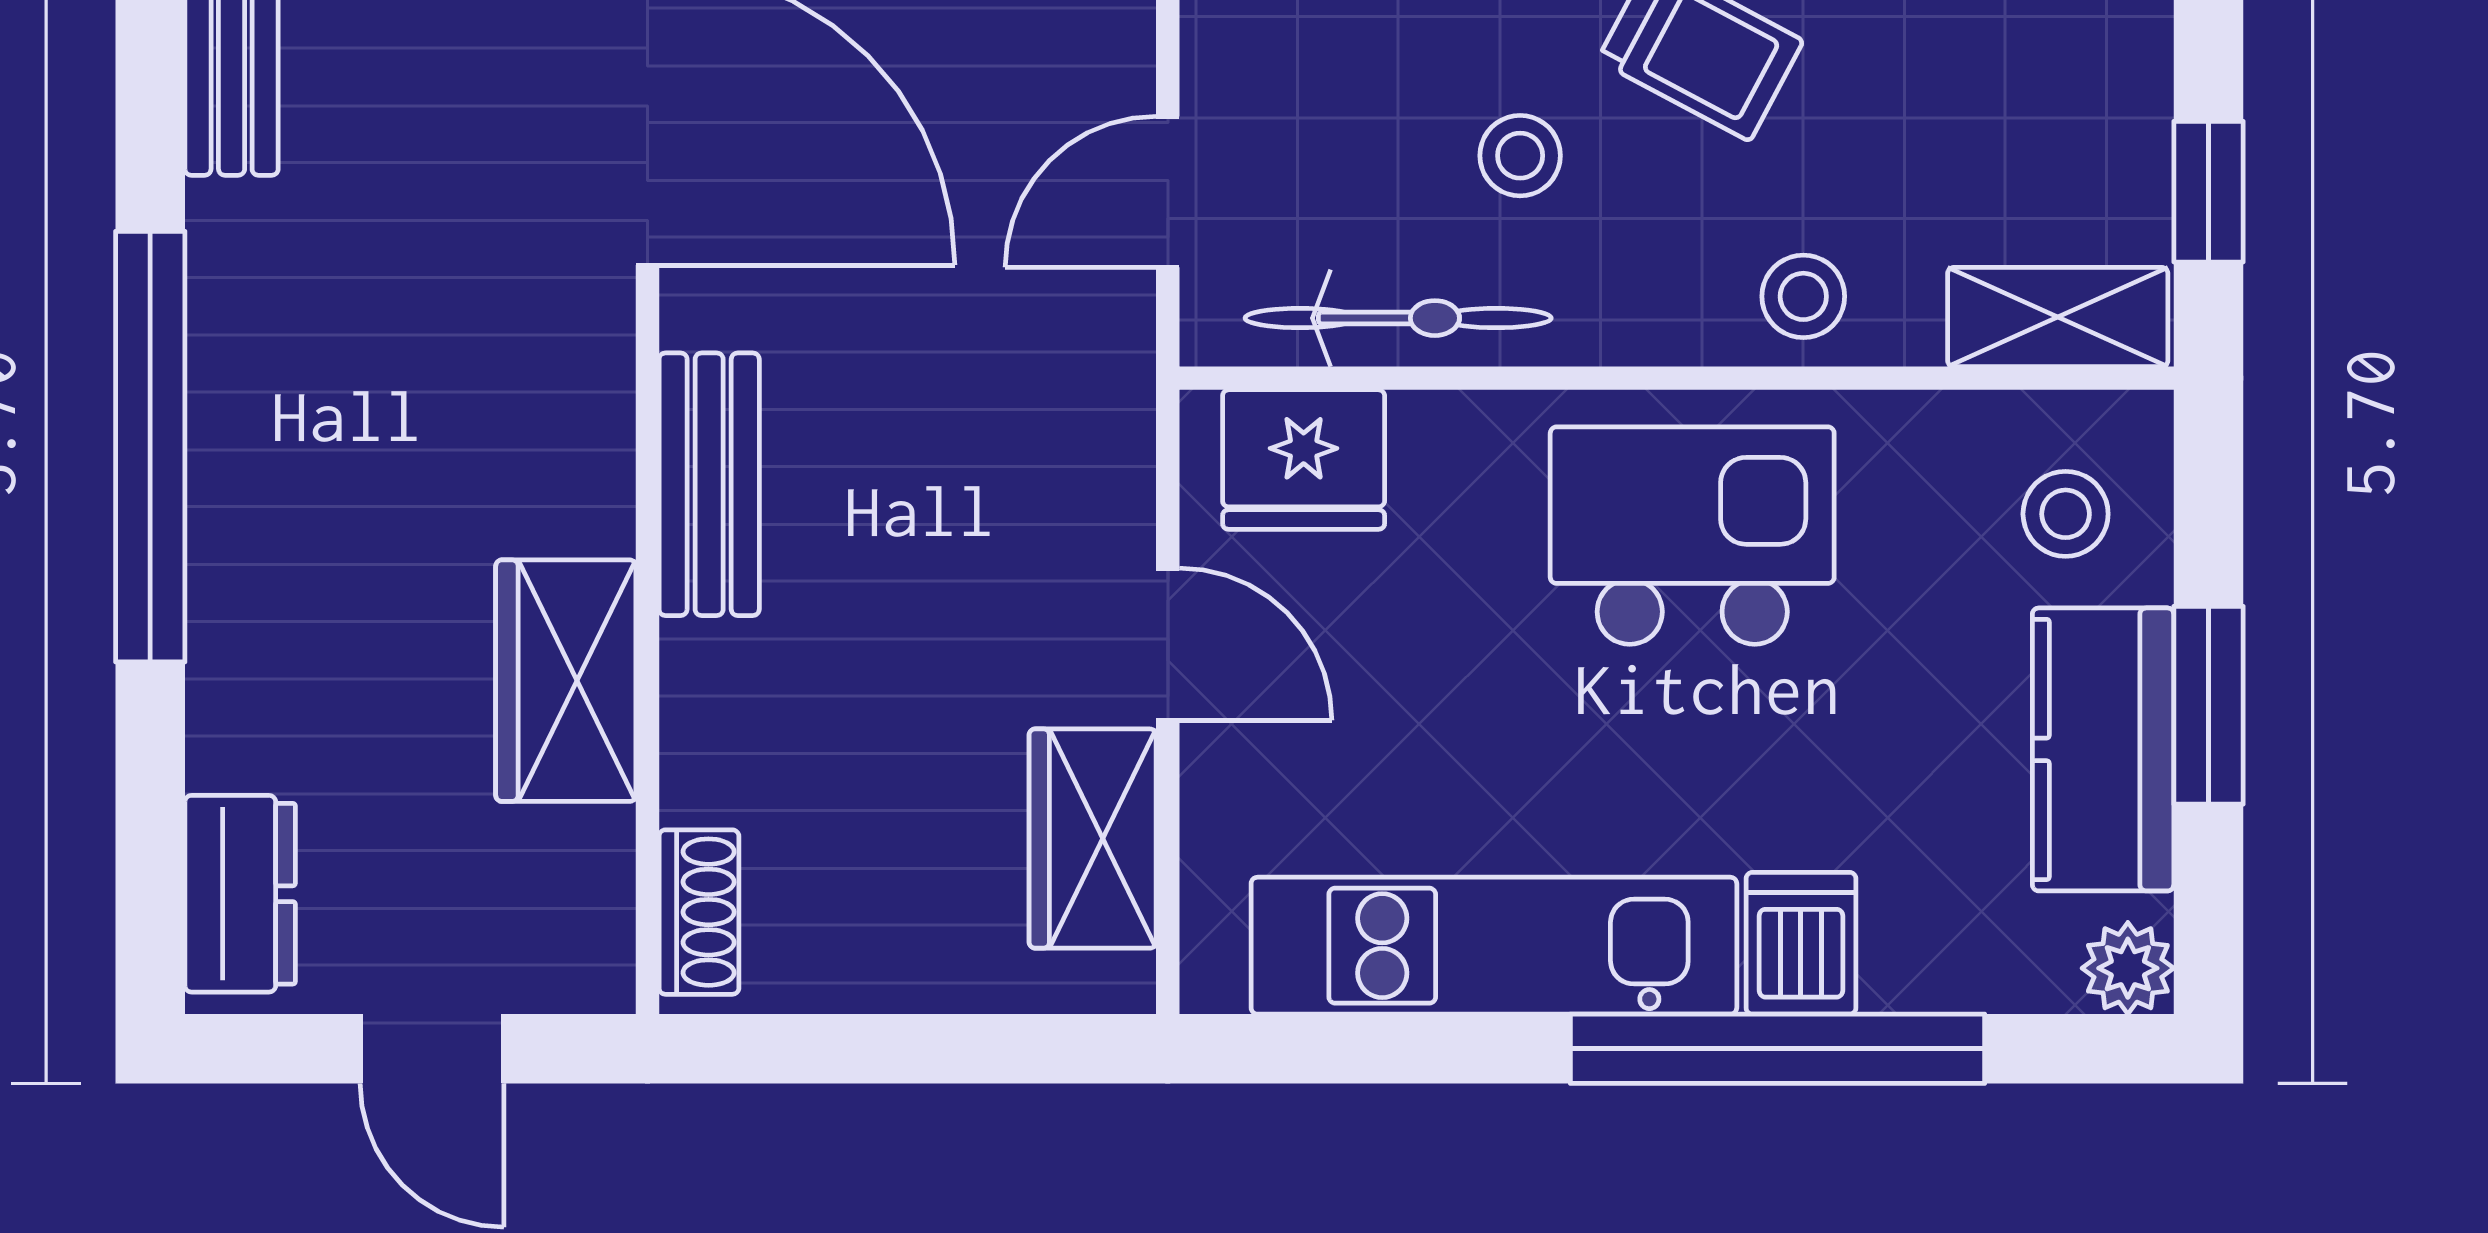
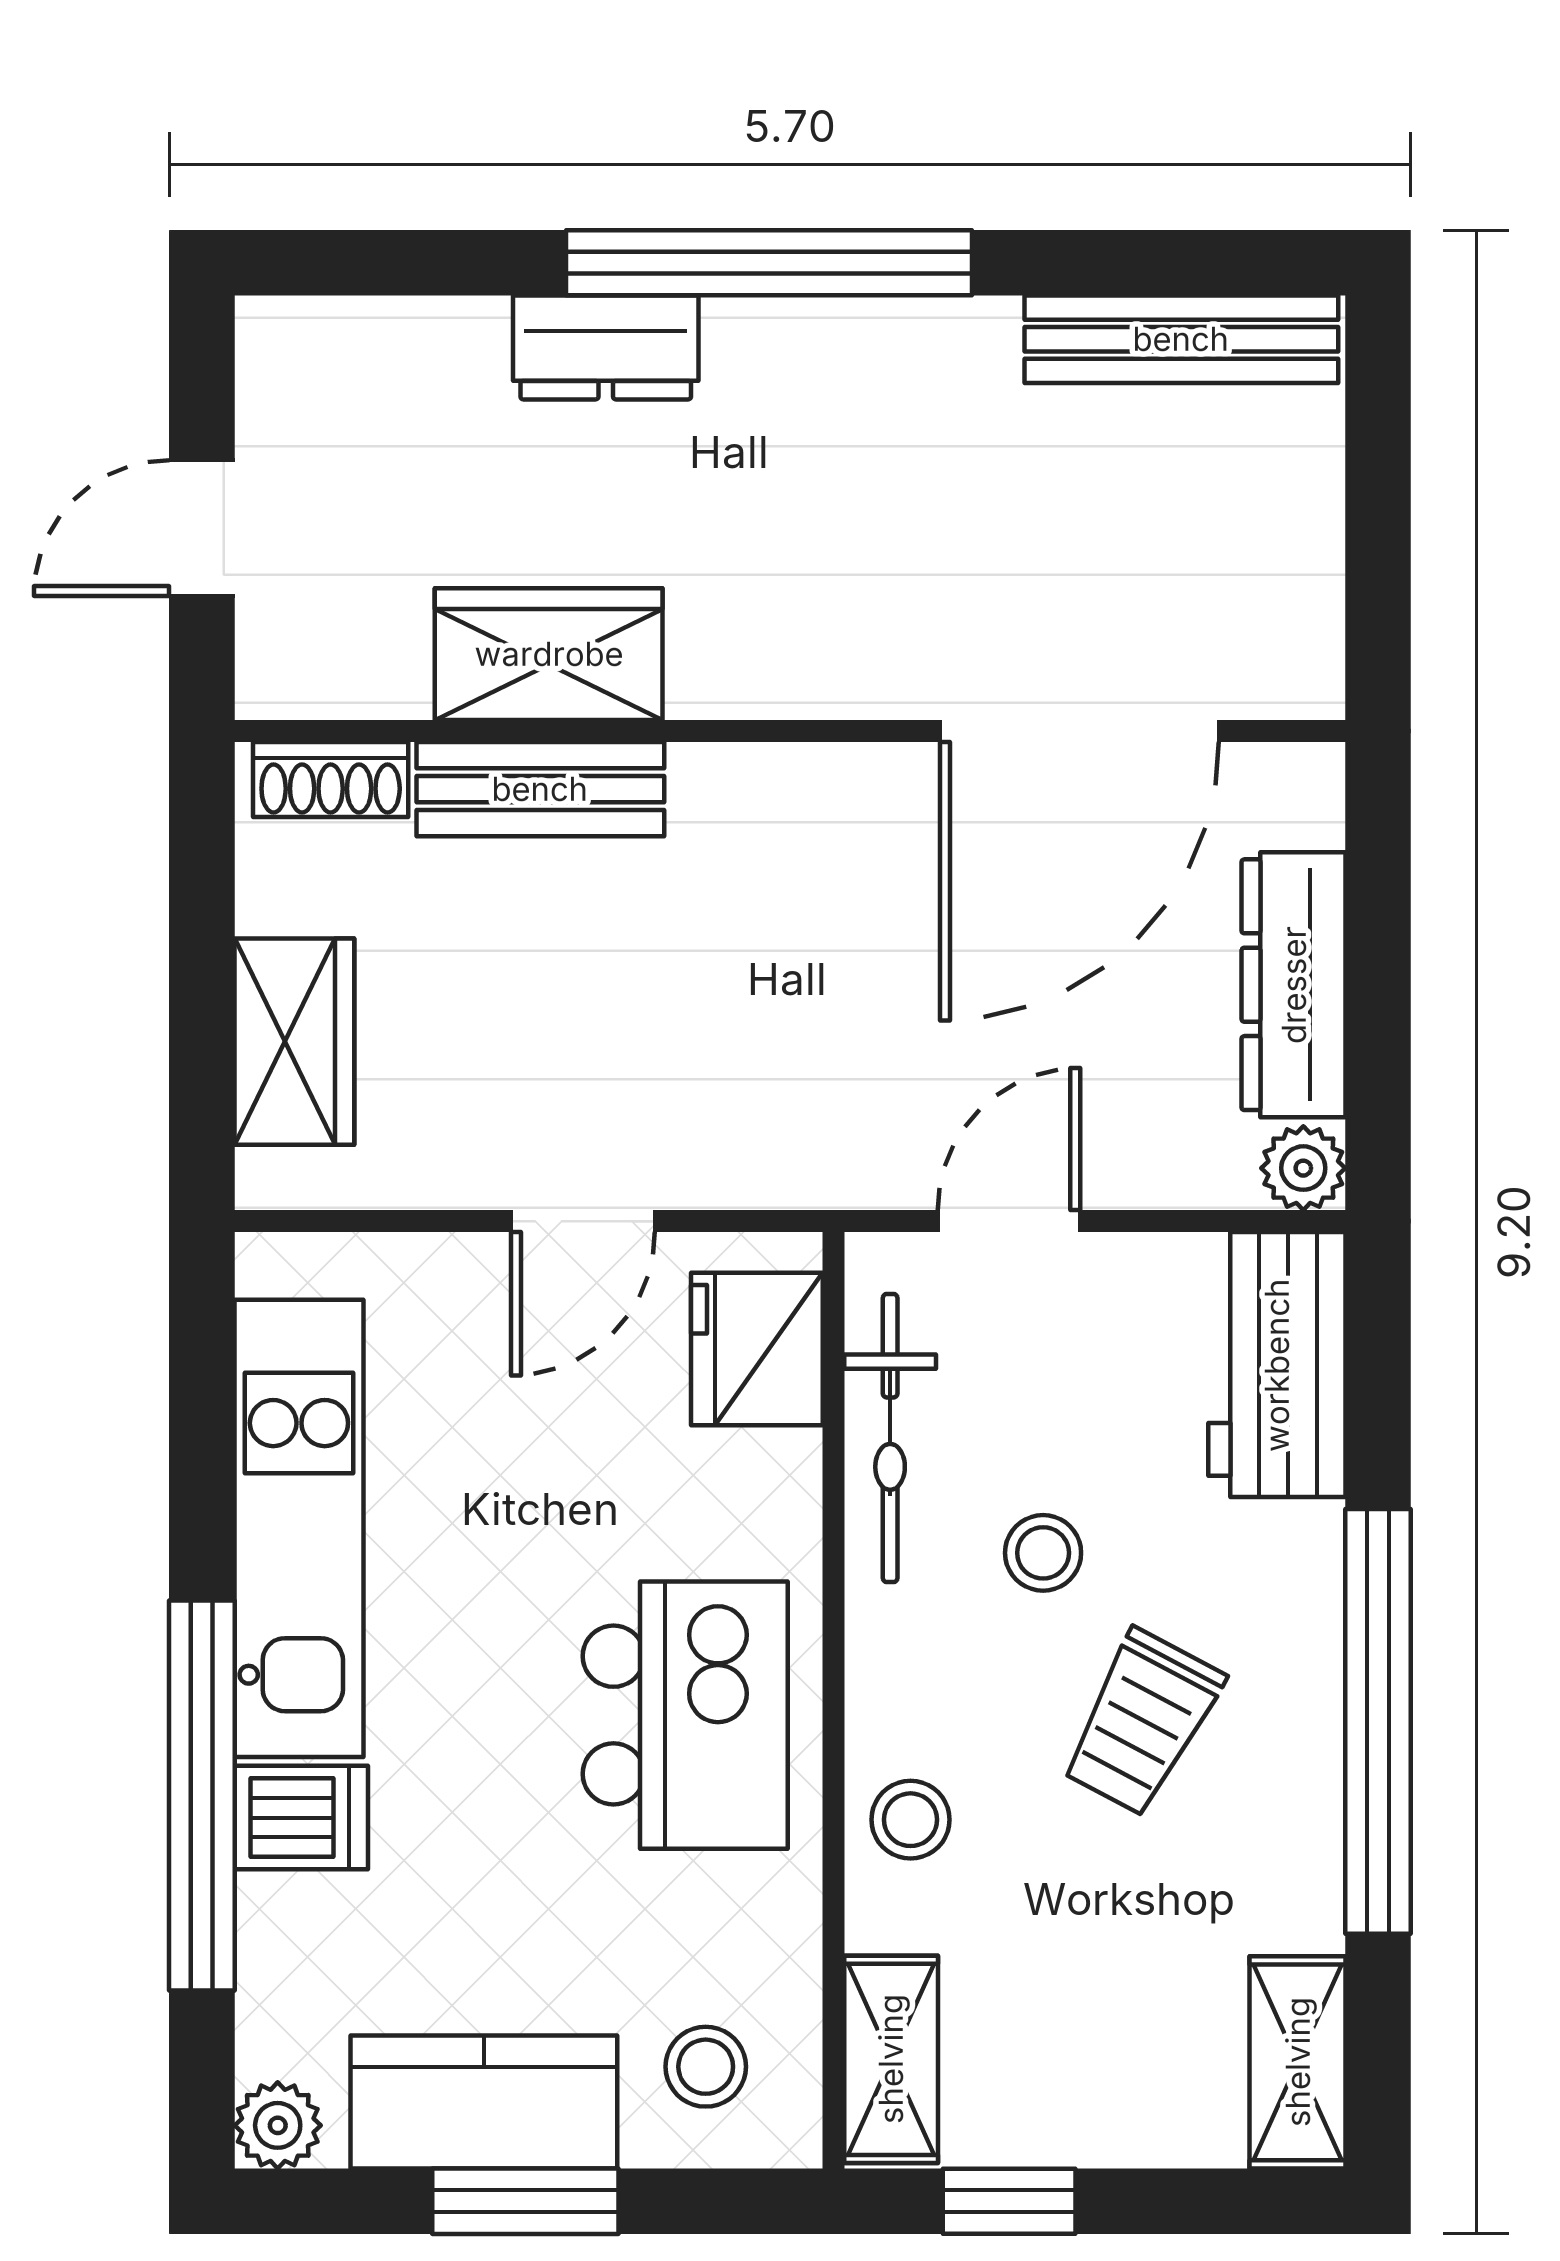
door: (1168, 192) -> (1009, 1221), hinge flipped
bench: (709, 484) -> (540, 789), moved
wardrobe: (1093, 839) -> (294, 1042), moved, turned 90
dresser: (240, 894) -> (606, 347), moved

